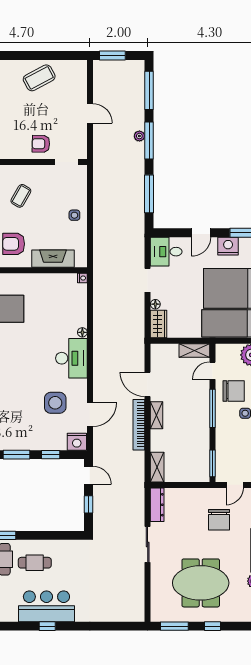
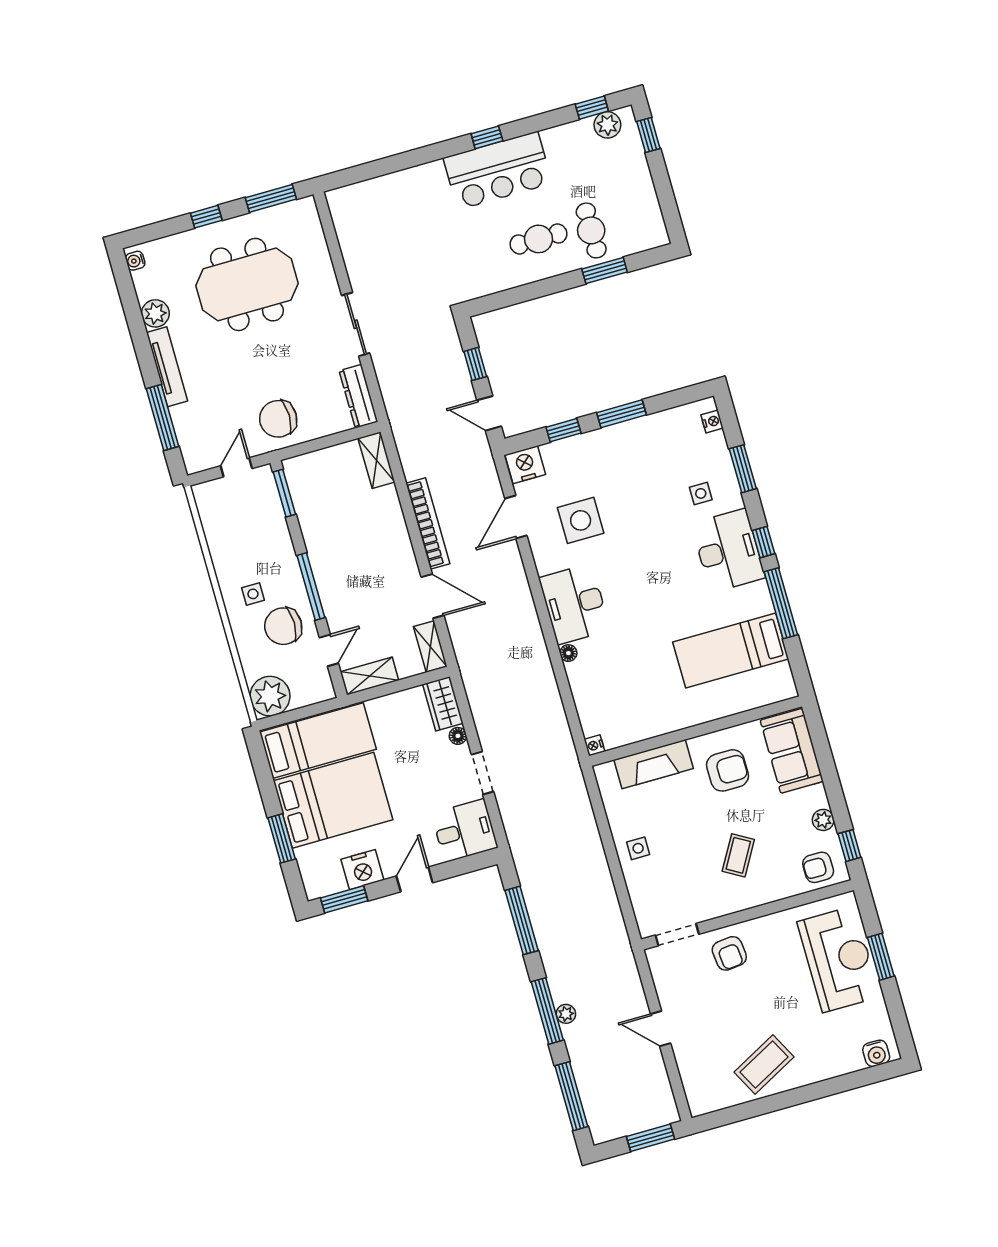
armchair: (41, 144) -> (729, 953), turned 83
shelving: (157, 415) -> (430, 647), moved
chair: (219, 520) -> (278, 419), moved, turned -90

